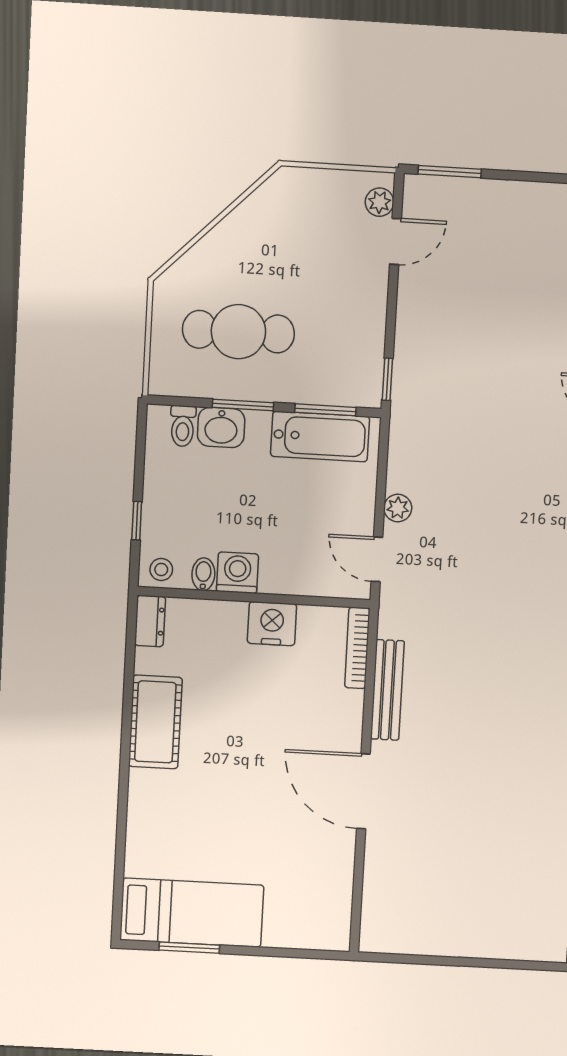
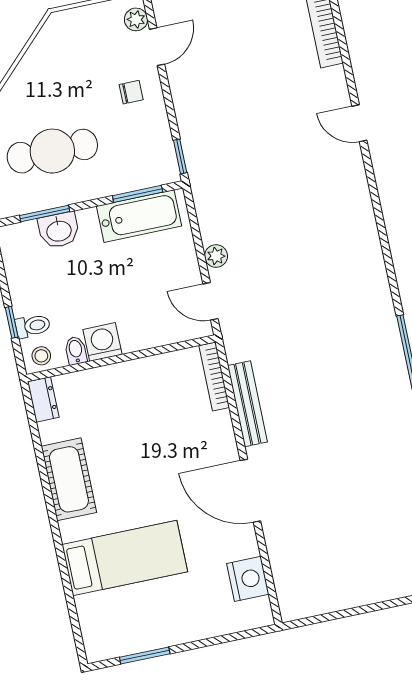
chair: (350, 287) -> (131, 92), added
window: (243, 405) -> (45, 213), moved
toilet: (183, 426) -> (33, 326), moved, turned -90
nightstand: (272, 624) -> (248, 579), moved, turned 90
bed: (192, 913) -> (125, 558), moved

